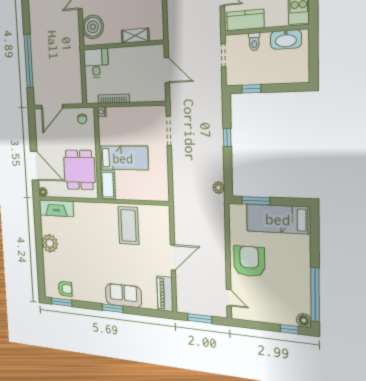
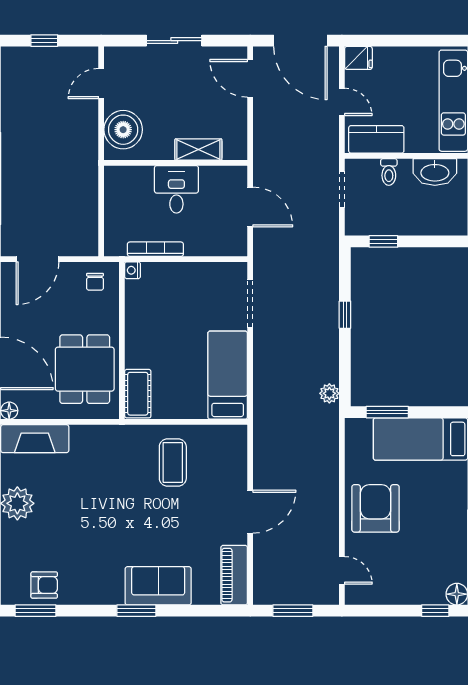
desk: (96, 63) -> (176, 189), moved
bed: (123, 158) -> (228, 375), moved, turned -90
coffee table: (128, 226) -> (173, 462), width x0.73, depth x0.76

